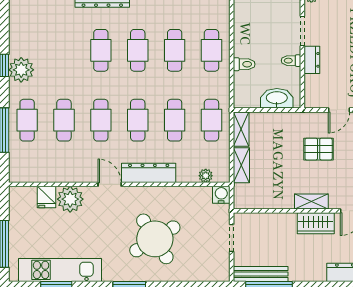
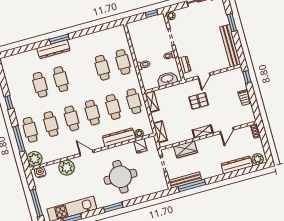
cafe table: (138, 50) -> (40, 85), moved
dresser: (312, 60) -> (185, 65), moved
plant: (21, 70) -> (35, 159), moved
shelving: (241, 165) -> (160, 132), moved
dresser: (149, 173) -> (119, 137), moved
water cooler: (221, 195) -> (40, 172), moved
fridge: (47, 197) -> (140, 146), moved
wardrobe: (316, 223) -> (185, 149), moved
round table: (155, 239) -> (120, 177), turned 32

